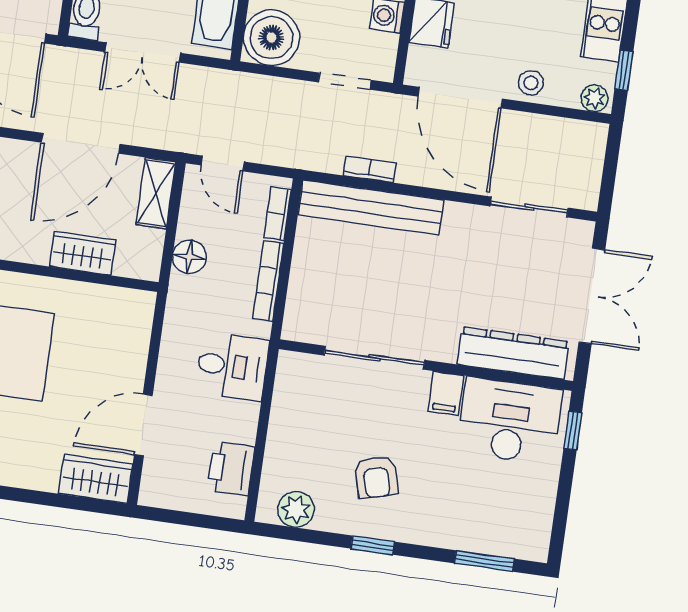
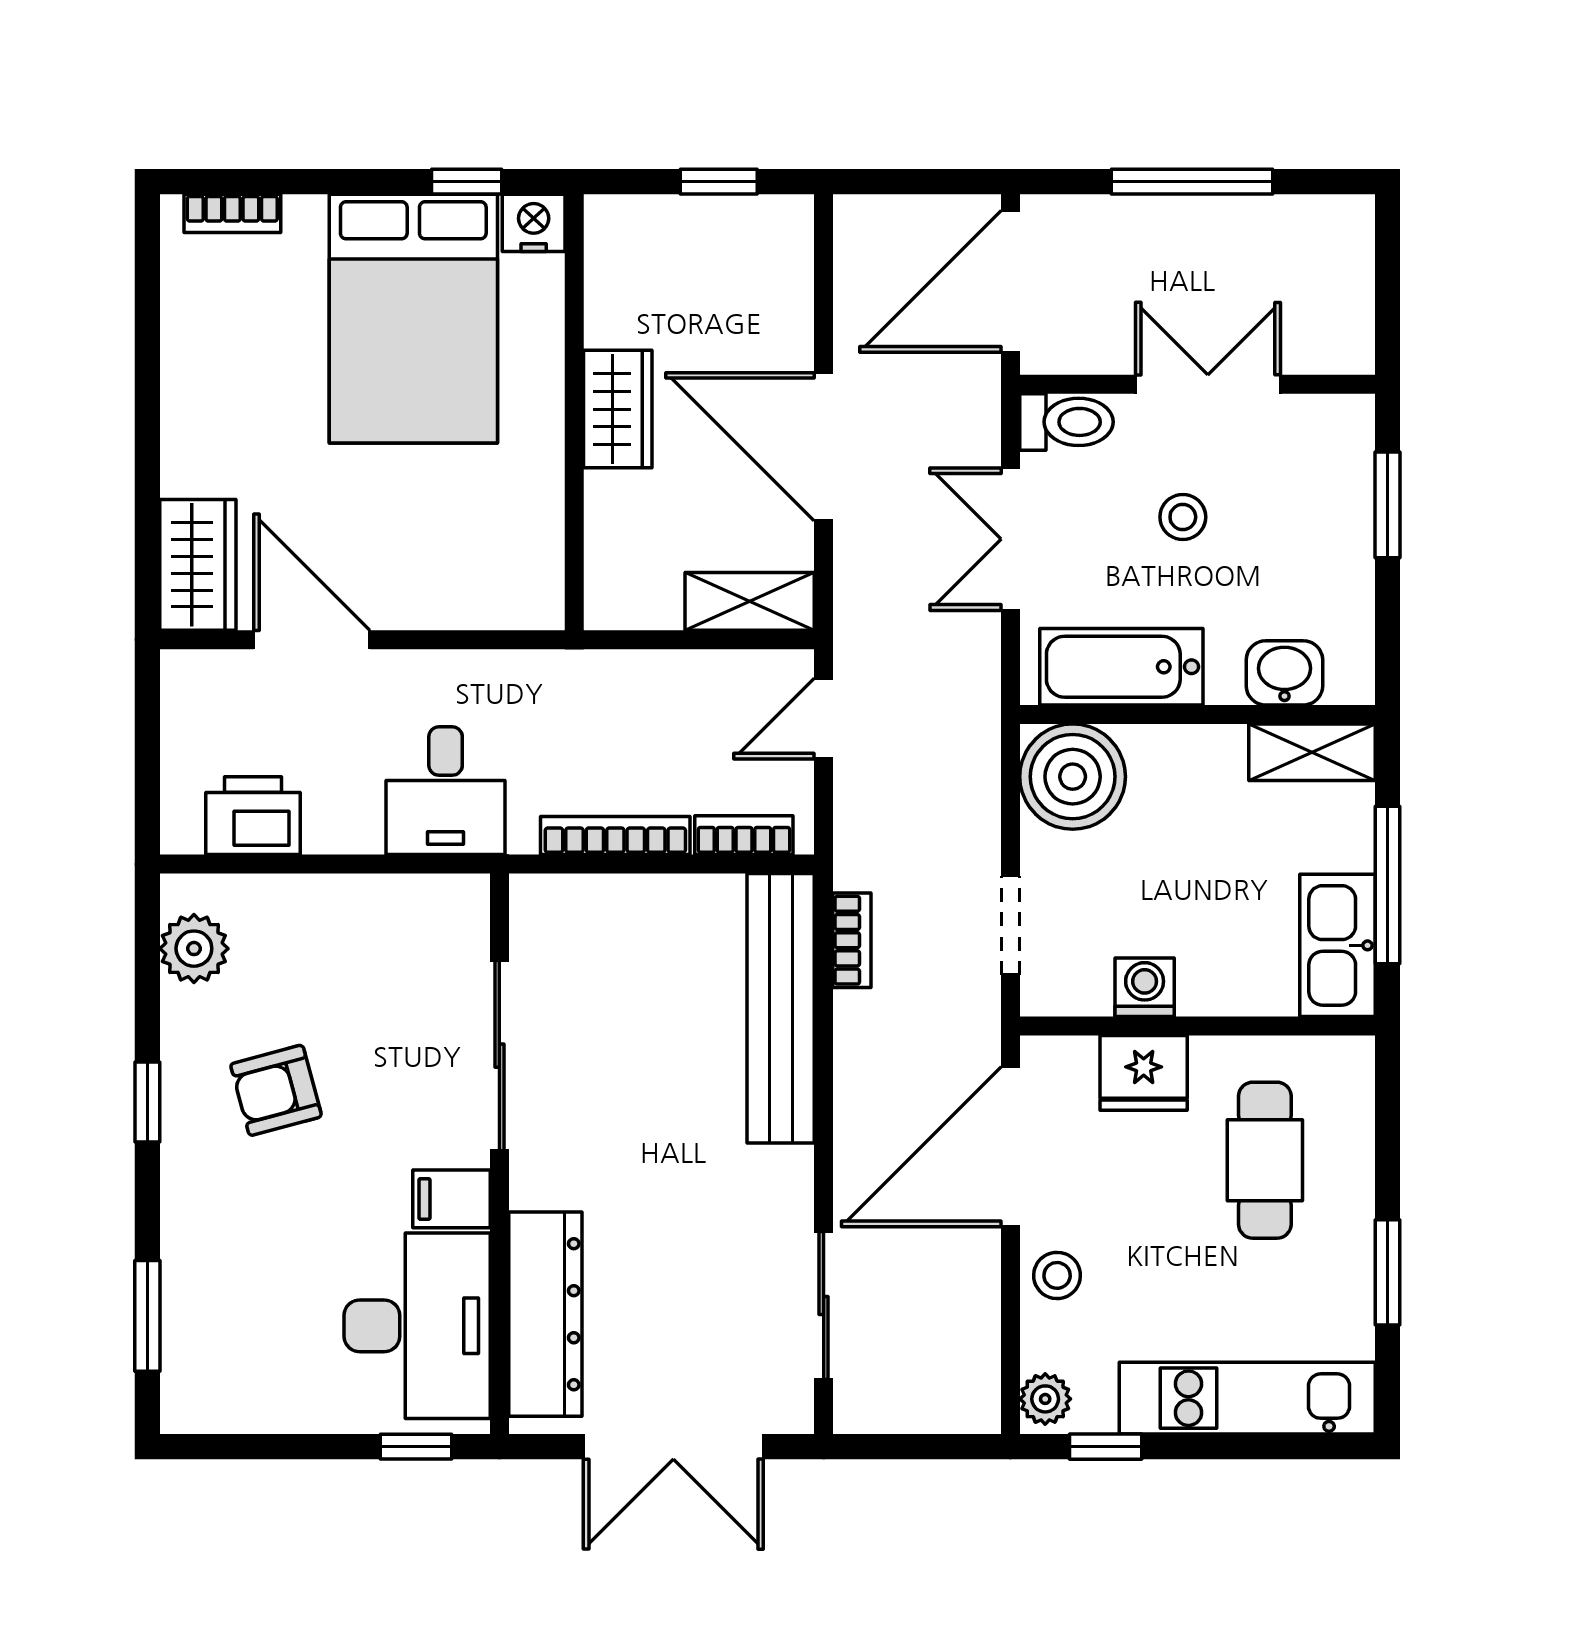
bookcase: (370, 169) -> (852, 940), moved
wardrobe: (83, 253) -> (618, 409), moved
floor lamp: (189, 257) -> (639, 681), removed

